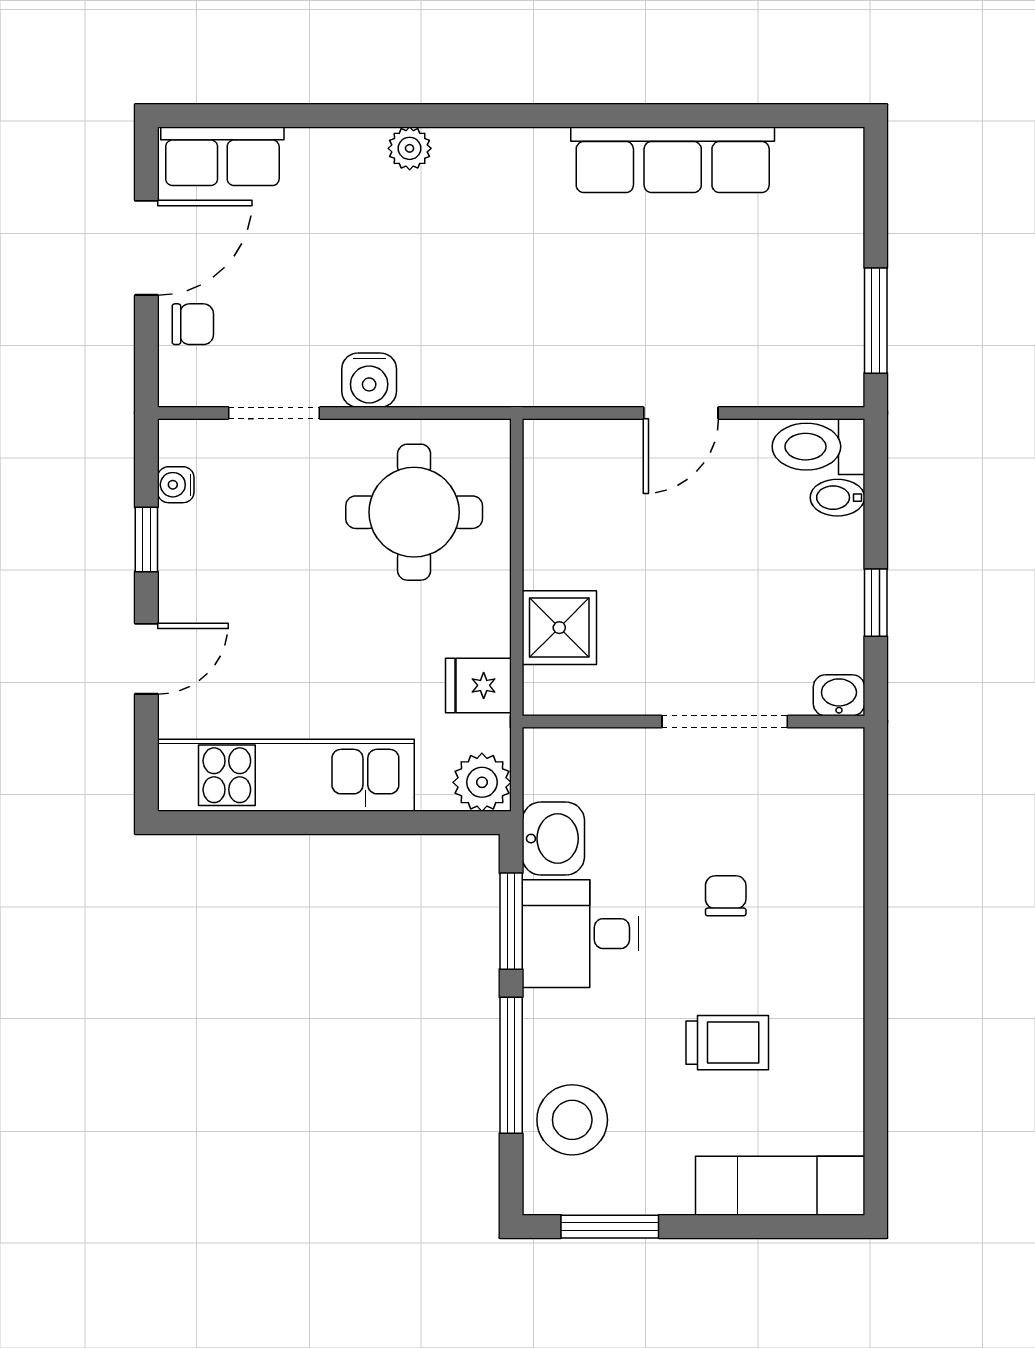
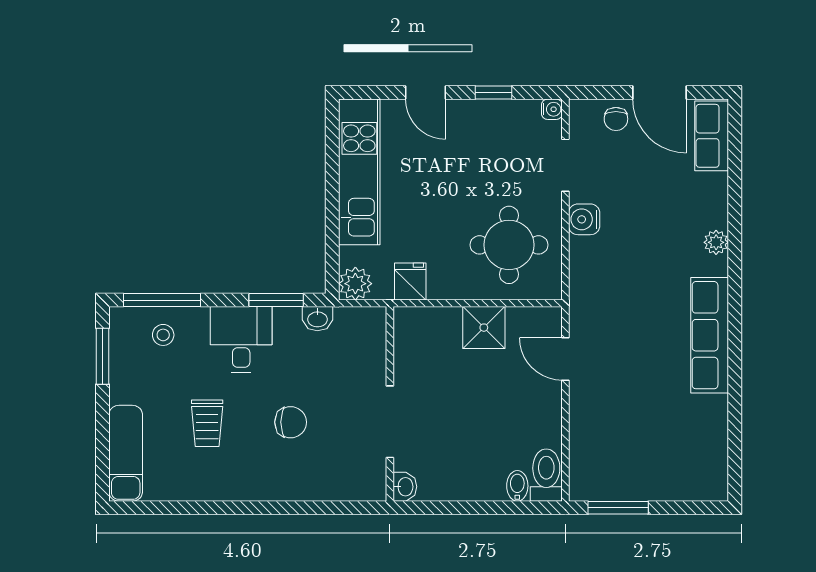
row of seats: (673, 160) -> (710, 335), moved
door: (681, 413) -> (565, 359), moved
water cooler: (176, 485) -> (552, 109), moved, turned 90
window: (876, 603) -> (458, 508), removed
shower: (559, 628) -> (484, 328), moved
washbasin: (553, 839) -> (317, 319), width x0.72, depth x0.69
chair: (726, 896) -> (291, 422), width x1.37, depth x1.37
desk: (580, 934) -> (241, 340), moved
window: (511, 1065) -> (162, 300), moved
stool: (572, 1120) -> (163, 335), width x0.53, depth x0.53

